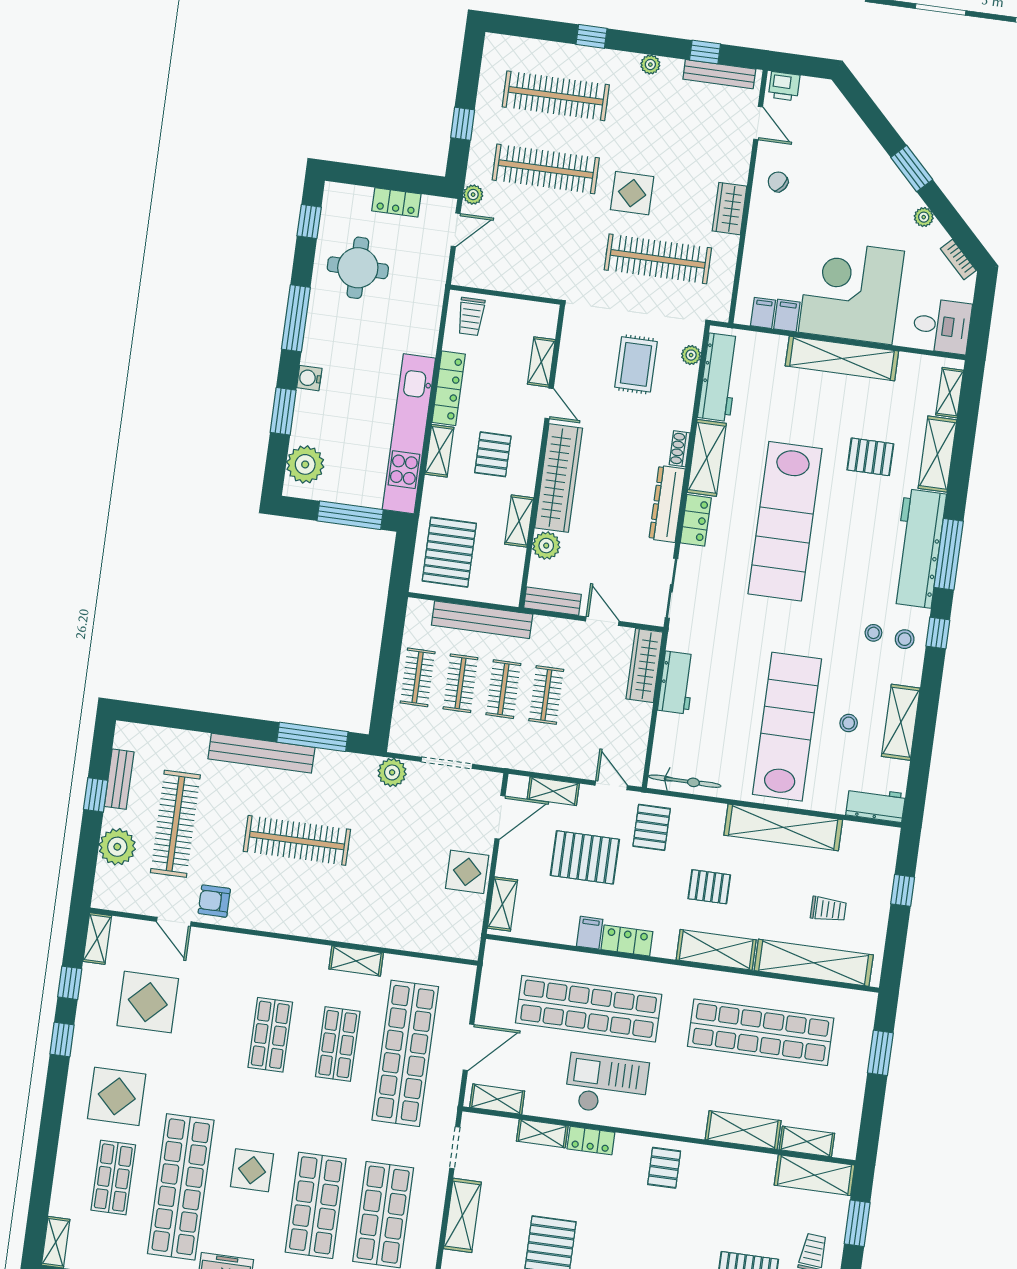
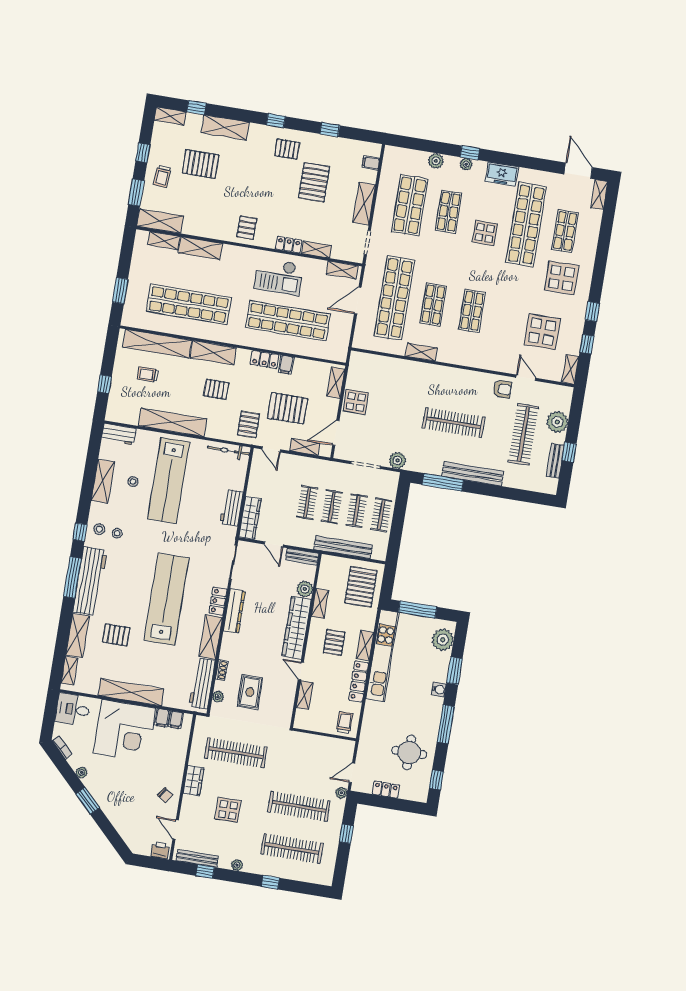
display table: (632, 193) -> (228, 810), moved
shoe rack: (680, 449) -> (222, 670), moved
shop shelf: (316, 1205) -> (449, 212), width x0.70, depth x0.74

